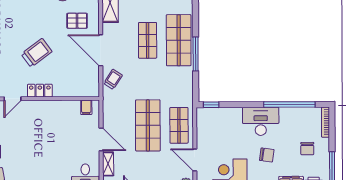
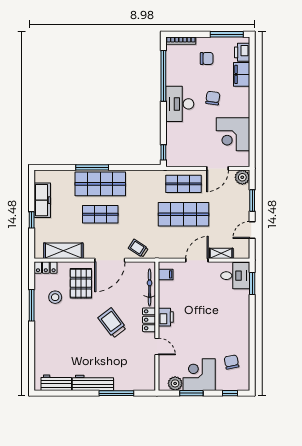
pallet: (77, 21) -> (81, 283), width x1.50, depth x1.42
window: (196, 54) -> (92, 167), moved
bicycle: (73, 91) -> (150, 287), added
printer: (43, 108) -> (166, 317), added

